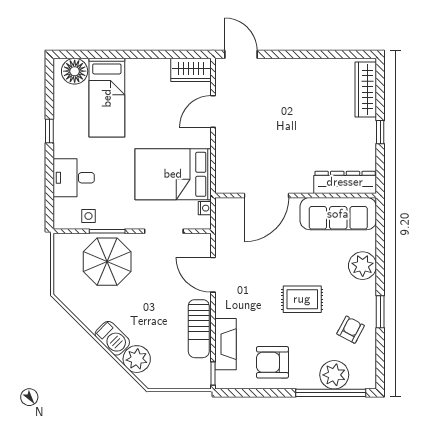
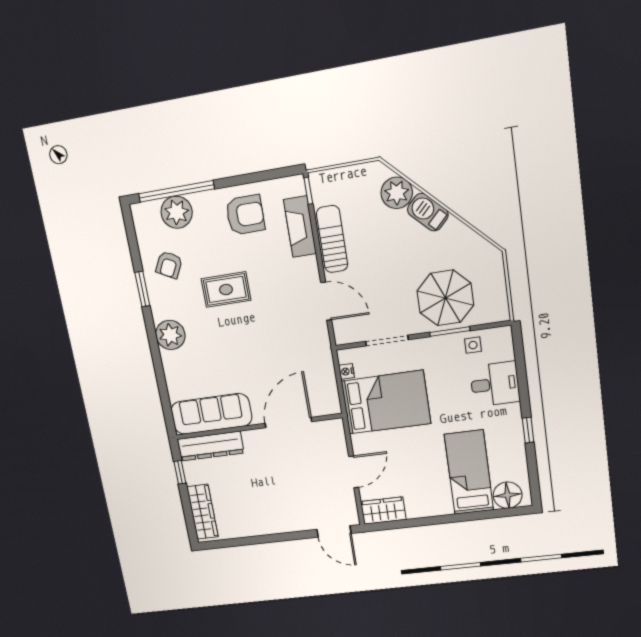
dresser: (345, 182) -> (210, 446), moved
door: (266, 195) -> (288, 423), moved
wall: (296, 195) -> (258, 426), moved
sofa: (338, 214) -> (211, 414), moved

